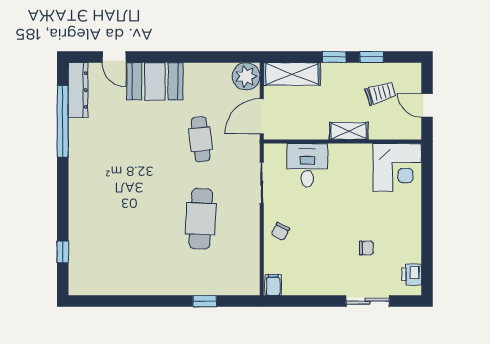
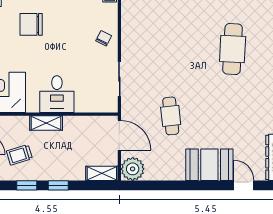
shelving: (292, 74) -> (102, 173), width x0.67, depth x0.75
door: (262, 116) -> (119, 135), hinge flipped
desk: (307, 165) -> (57, 94), moved
cafe table: (201, 219) -> (233, 49), moved
chair: (366, 248) -> (31, 24), width x1.87, depth x1.87

